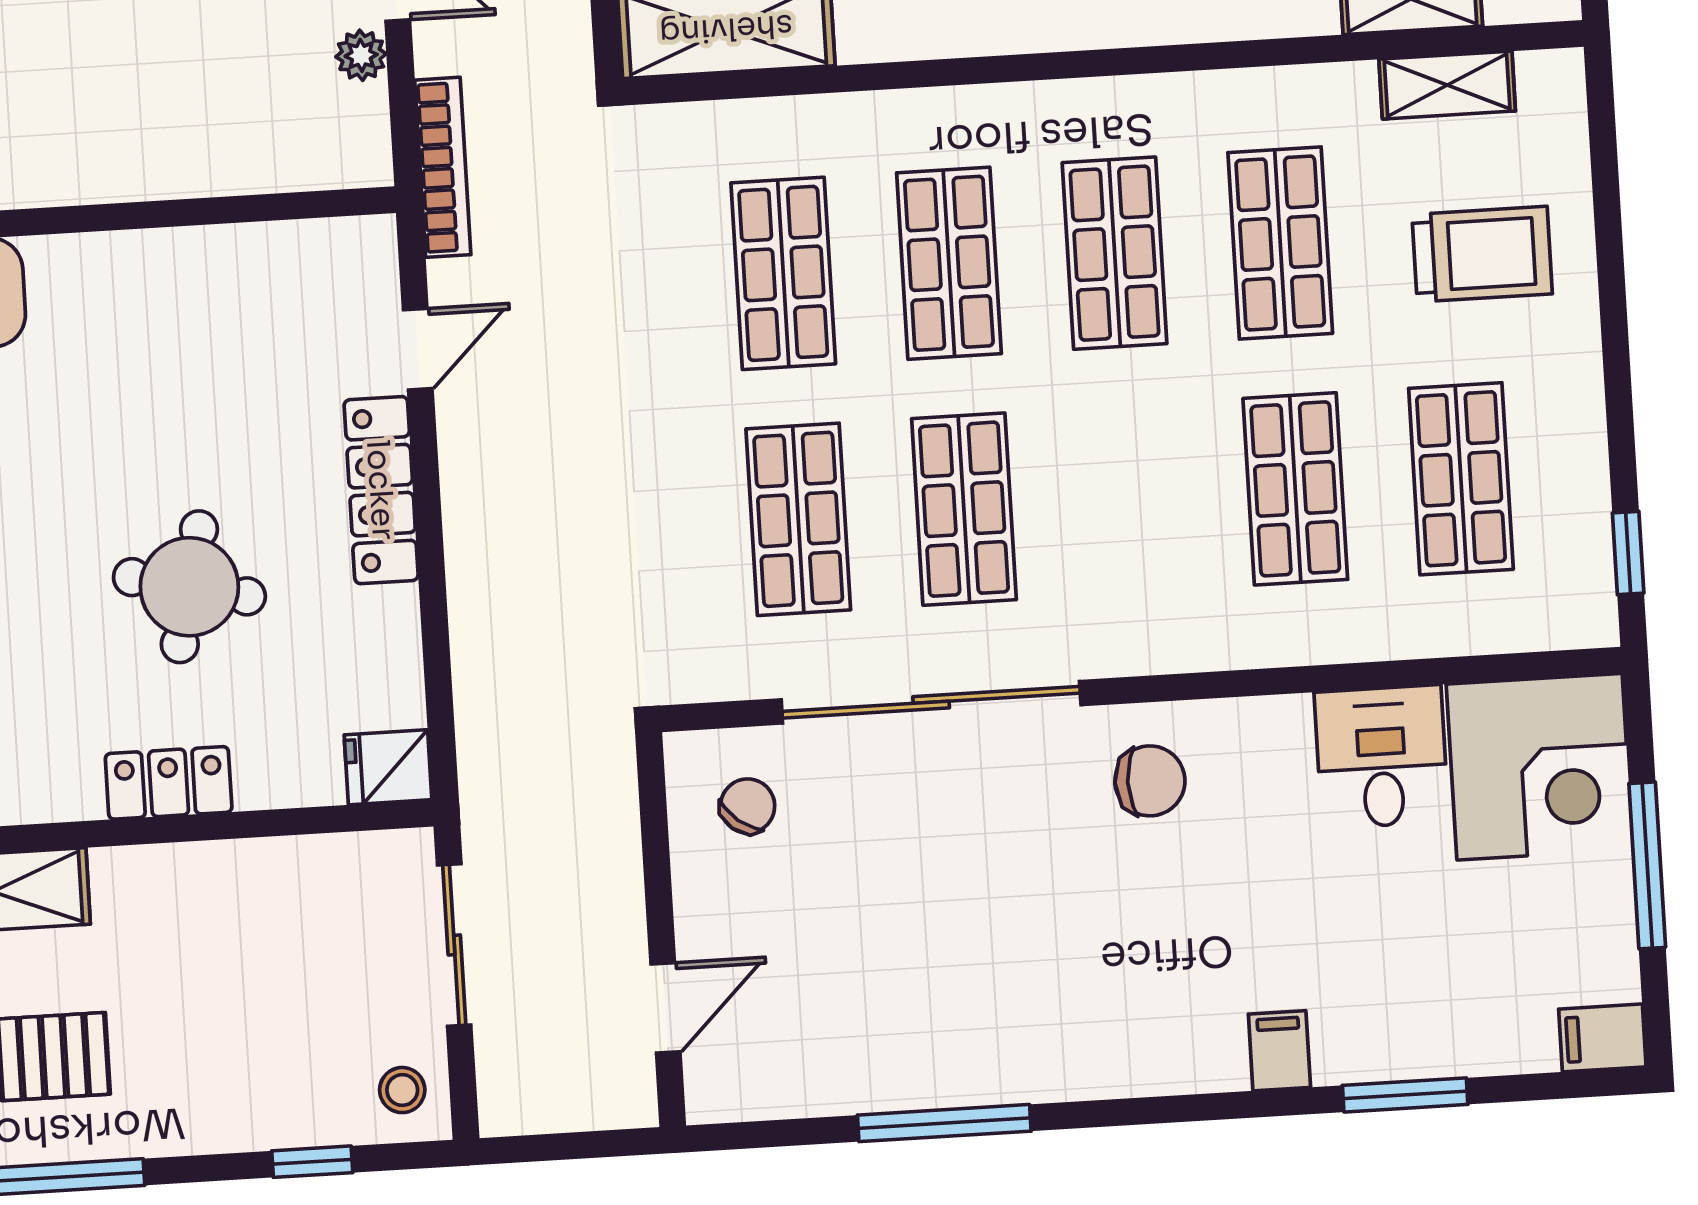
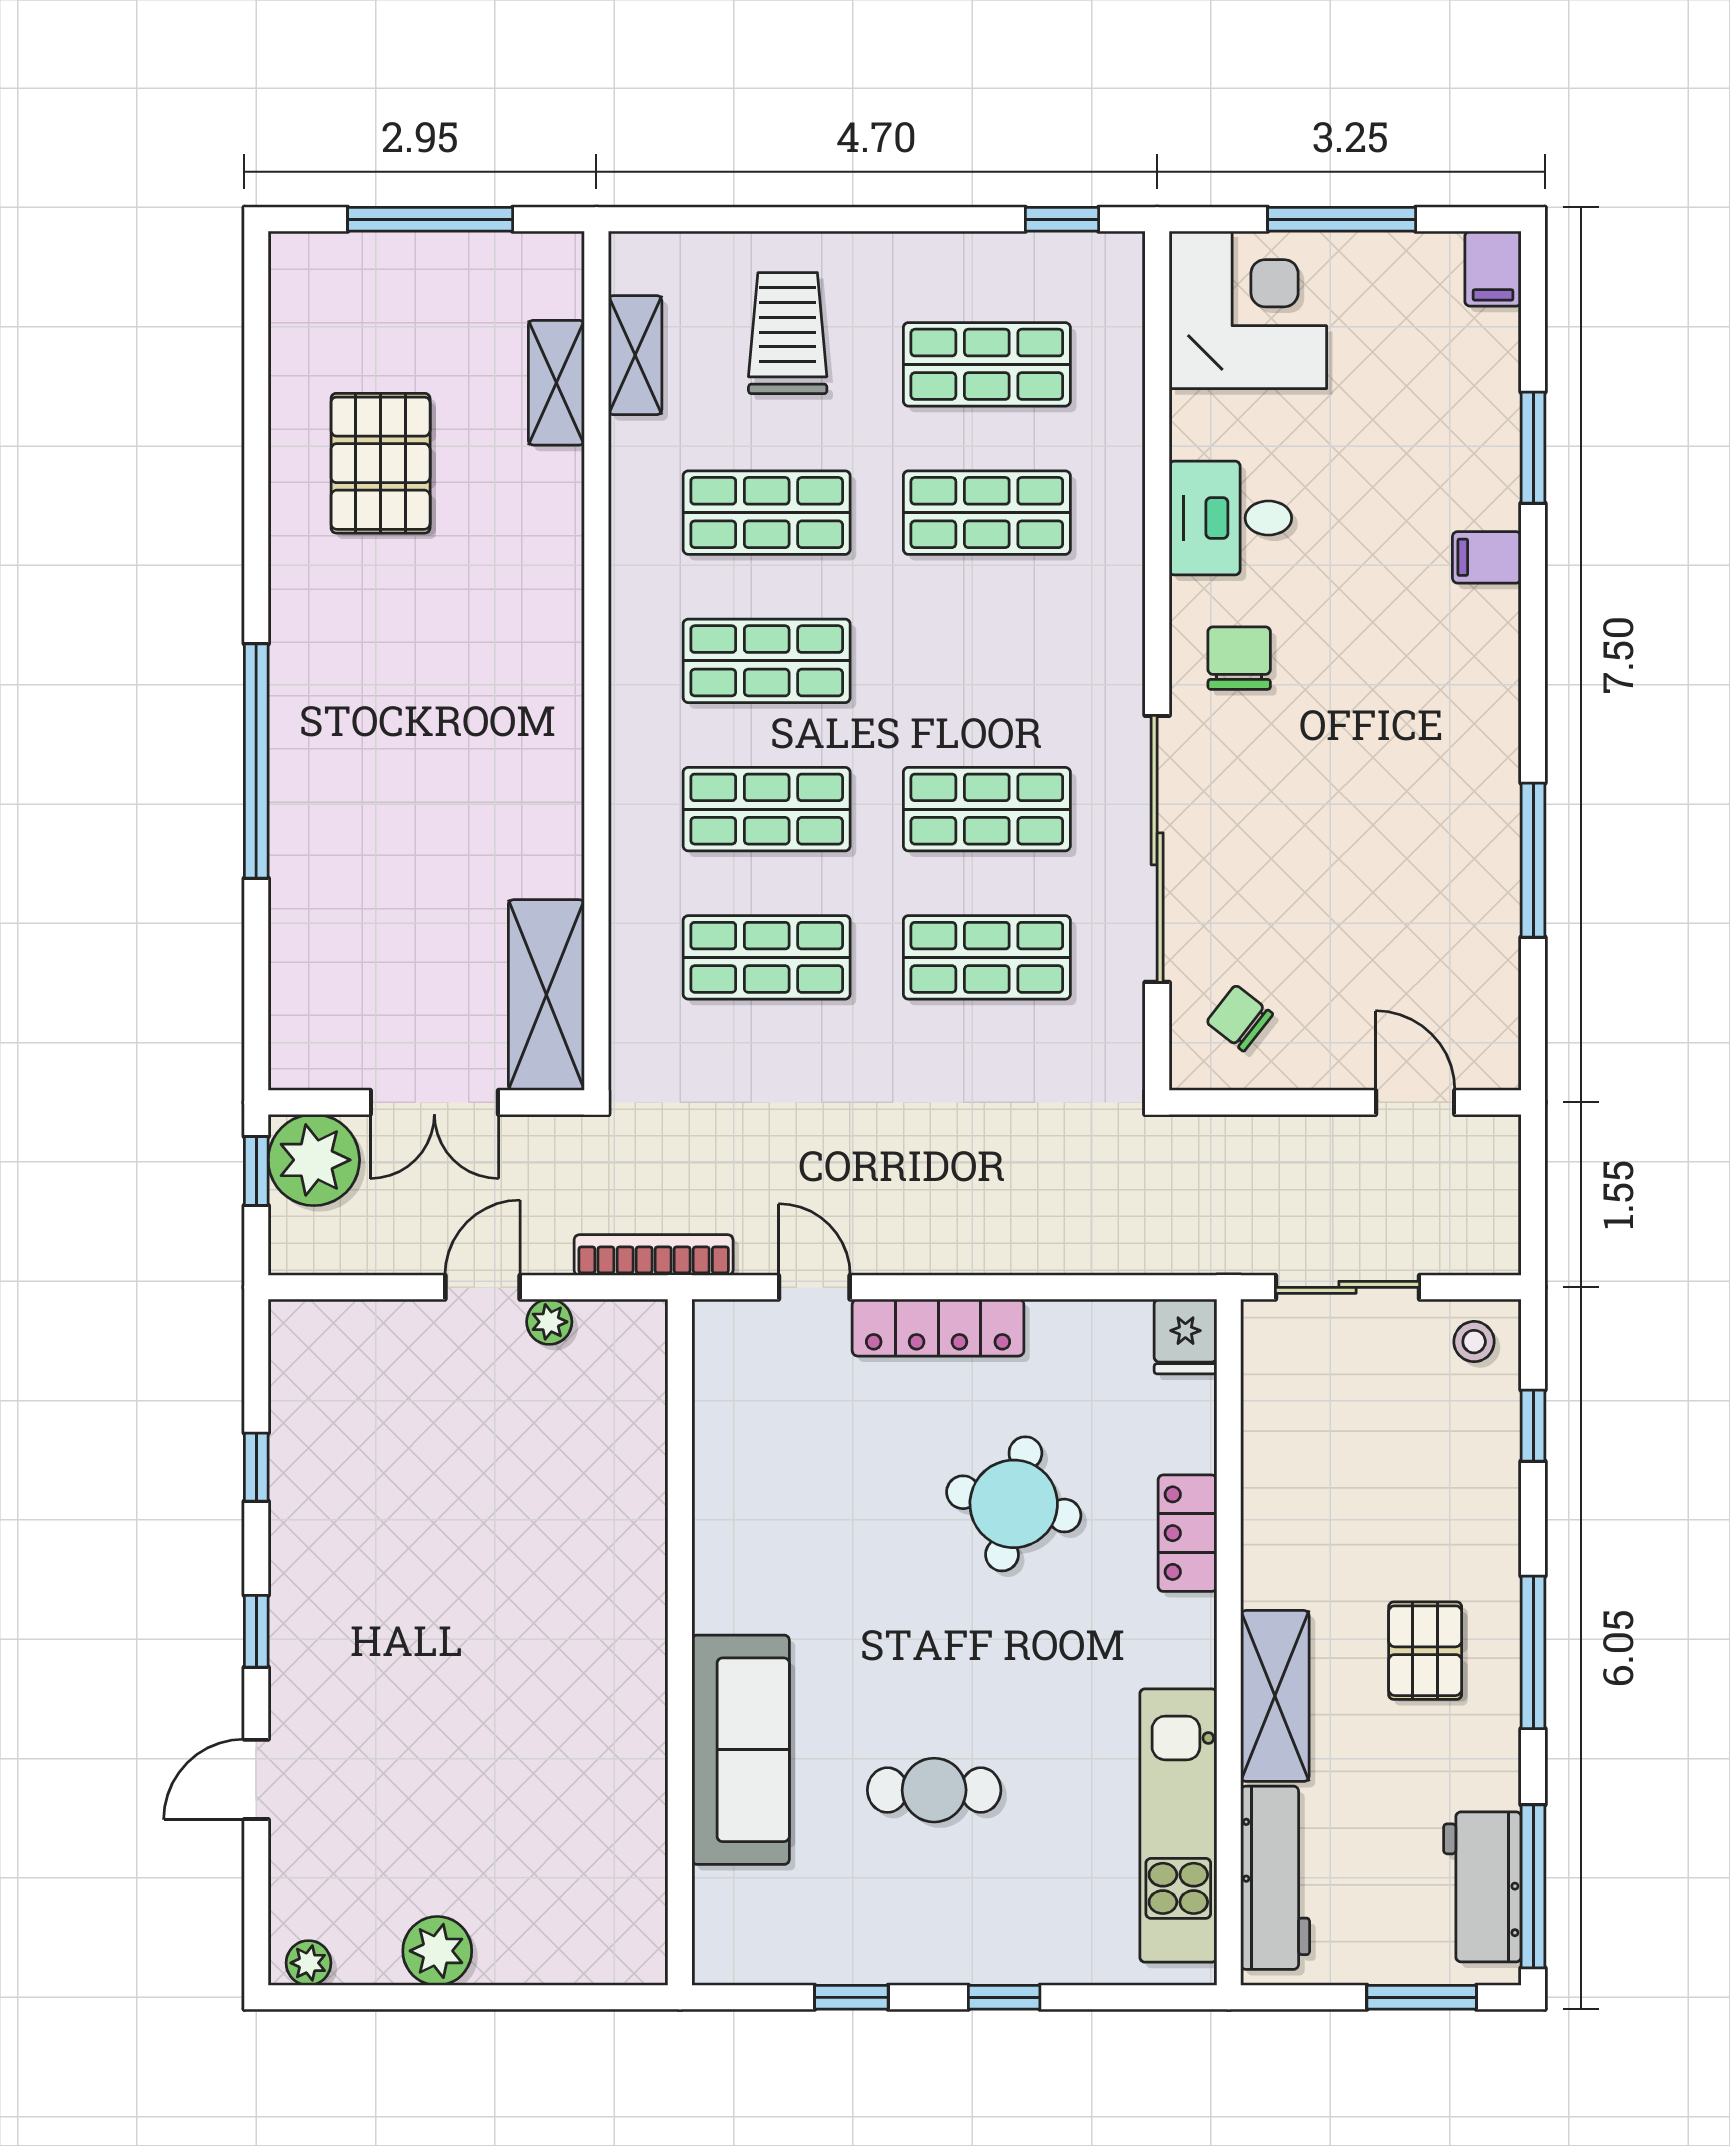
desk: (1382, 757) -> (1230, 518), moved

